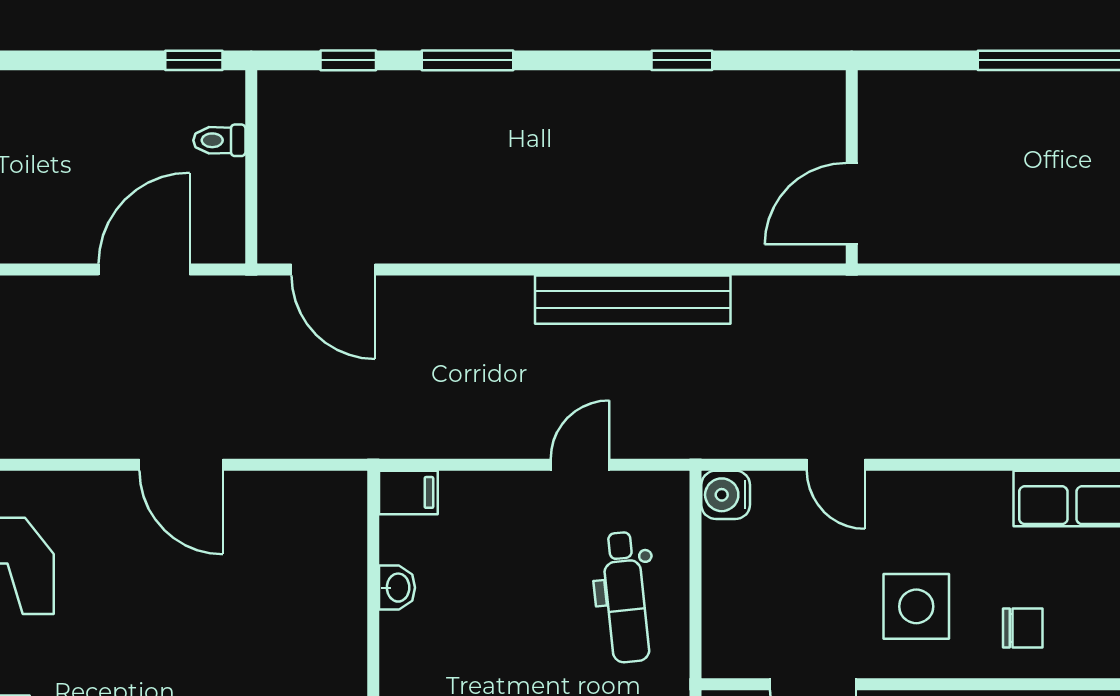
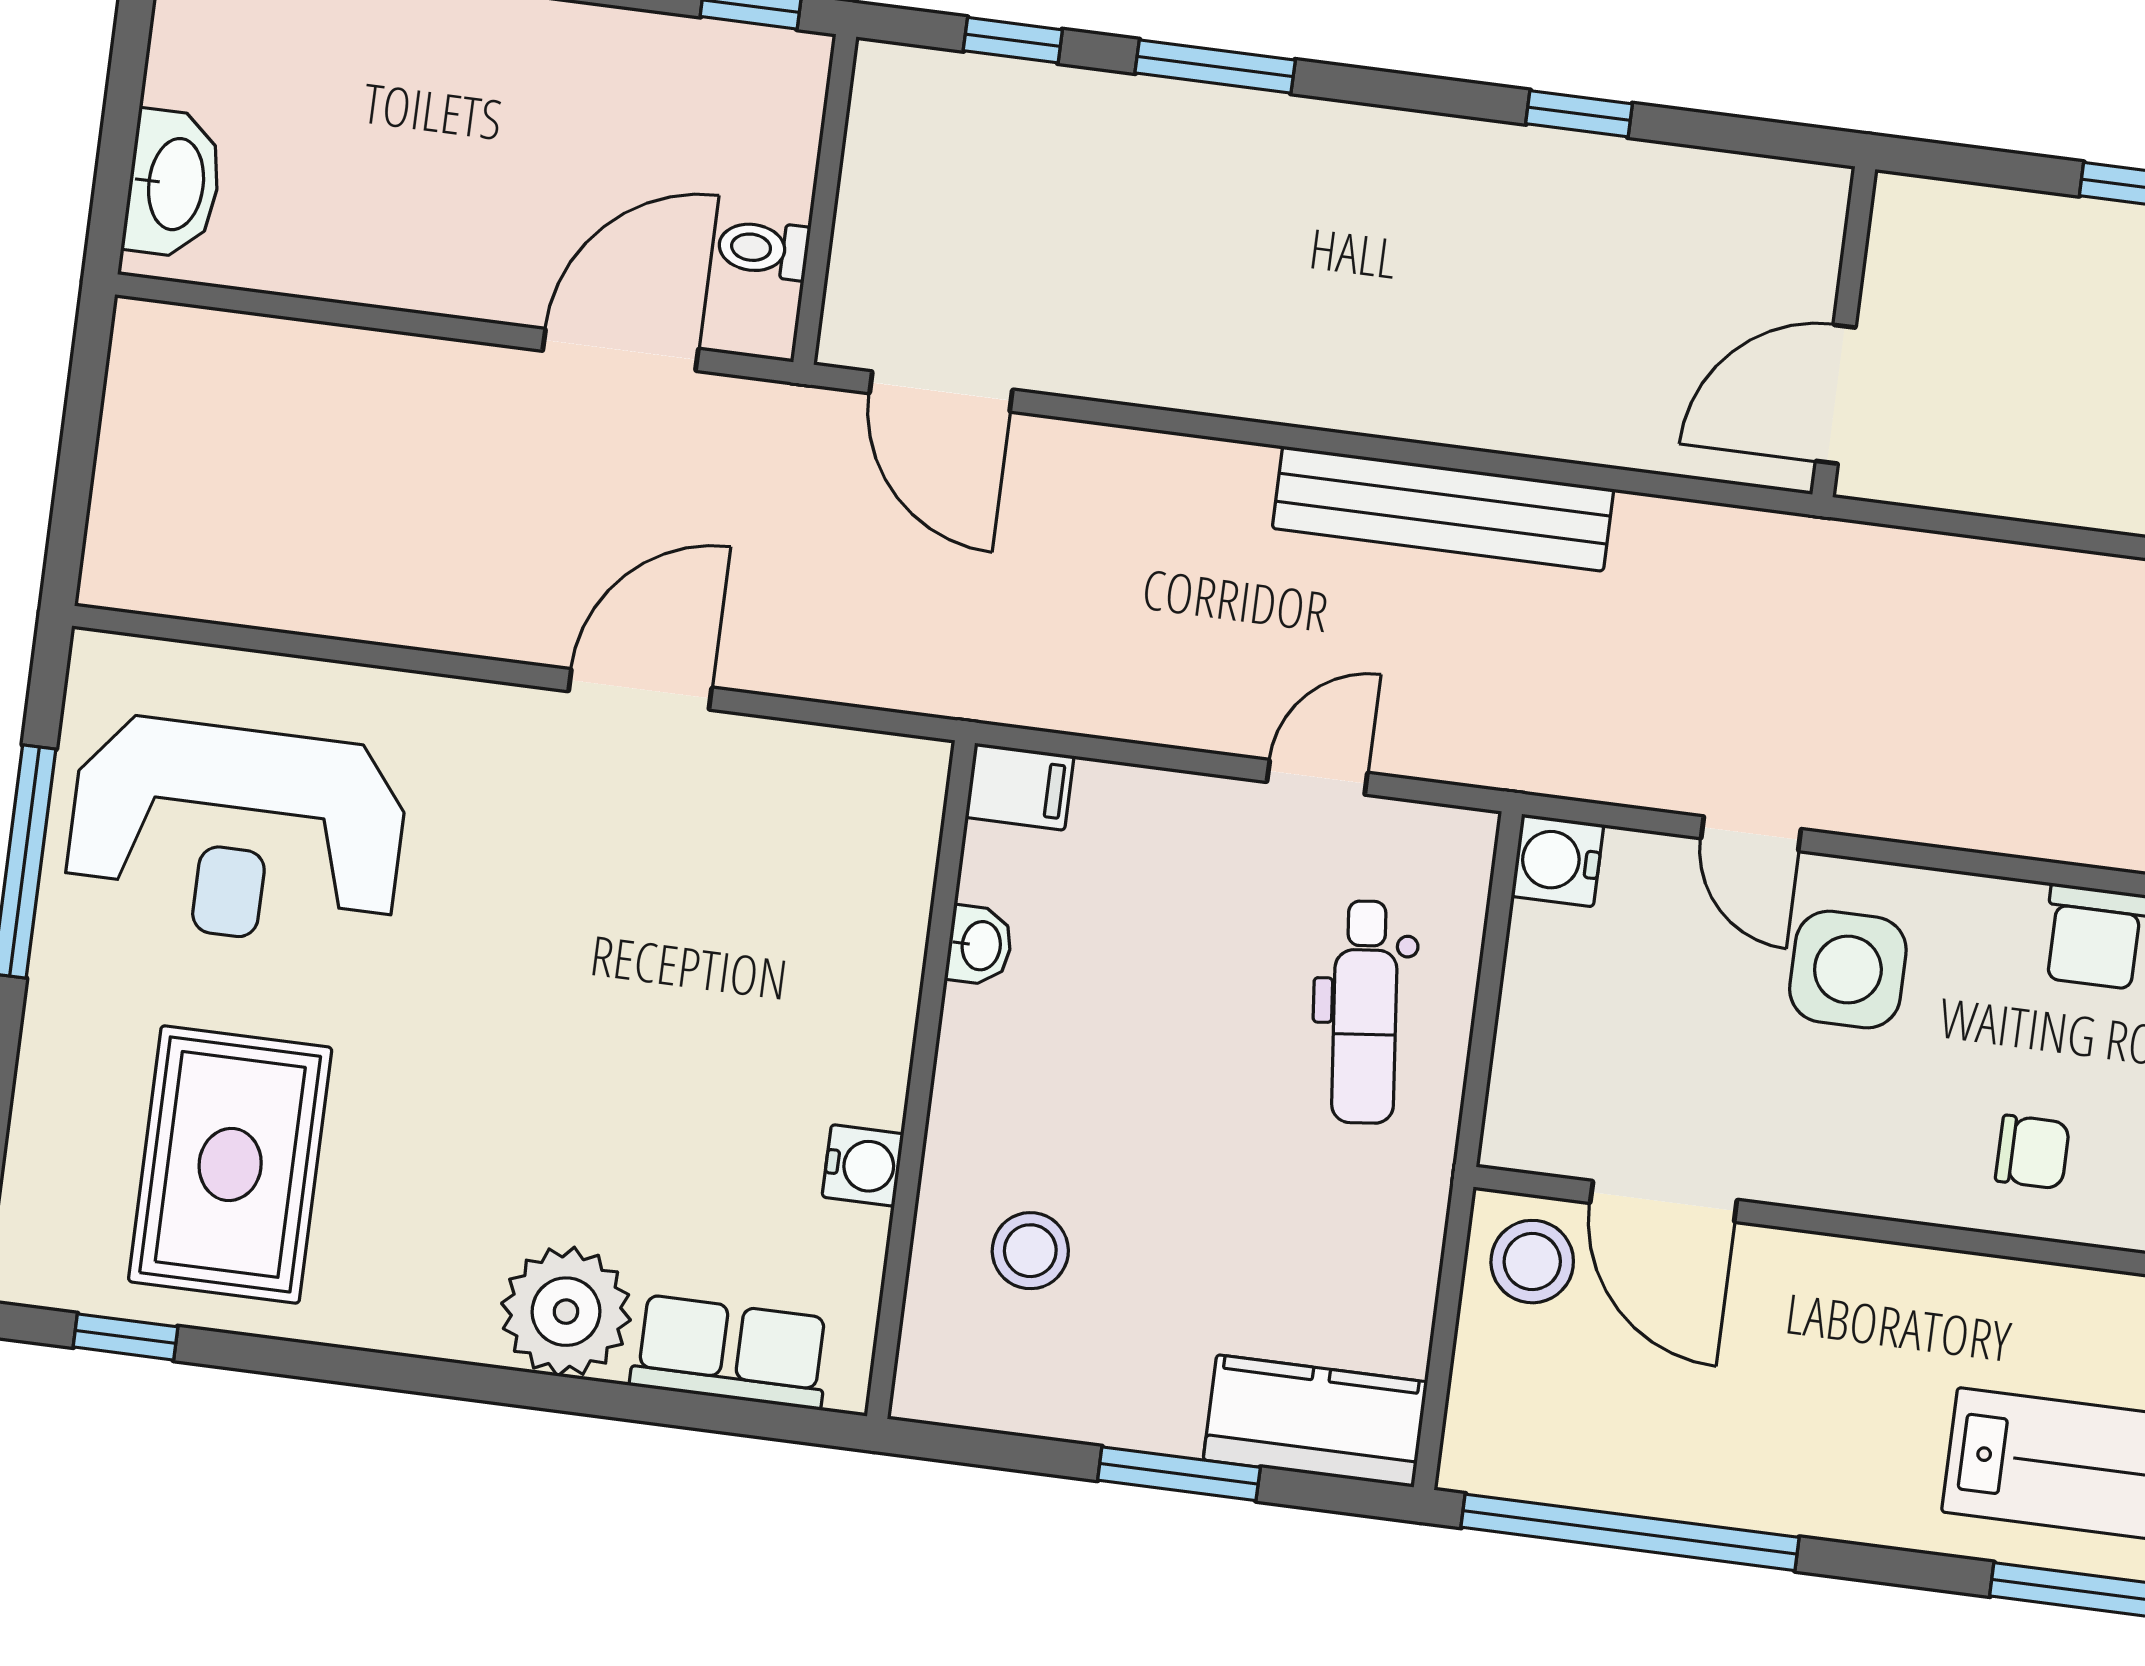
toilet: (219, 140) -> (763, 249), moved
door: (181, 465) -> (640, 689), swing flipped
side table: (916, 606) -> (1848, 970), moved

